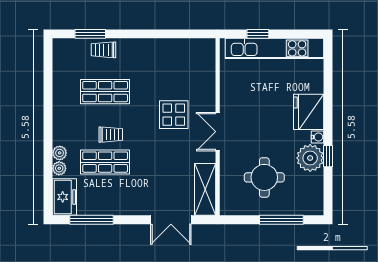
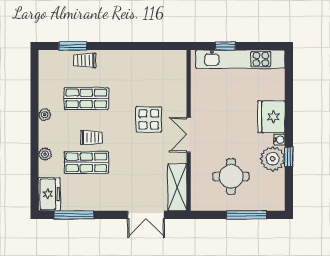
plant: (59, 168) -> (45, 115), moved

